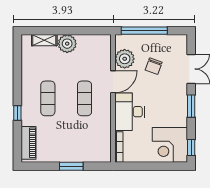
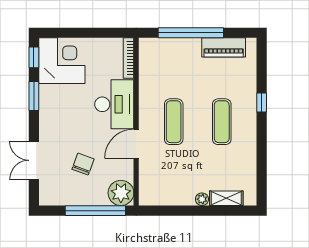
plant: (67, 44) -> (202, 199), width x0.53, depth x0.53
plant: (125, 59) -> (121, 193), moved
window: (191, 106) -> (34, 96), moved
piano: (29, 143) -> (224, 47), moved, turned -90
window: (71, 166) -> (191, 33), width x2.11

